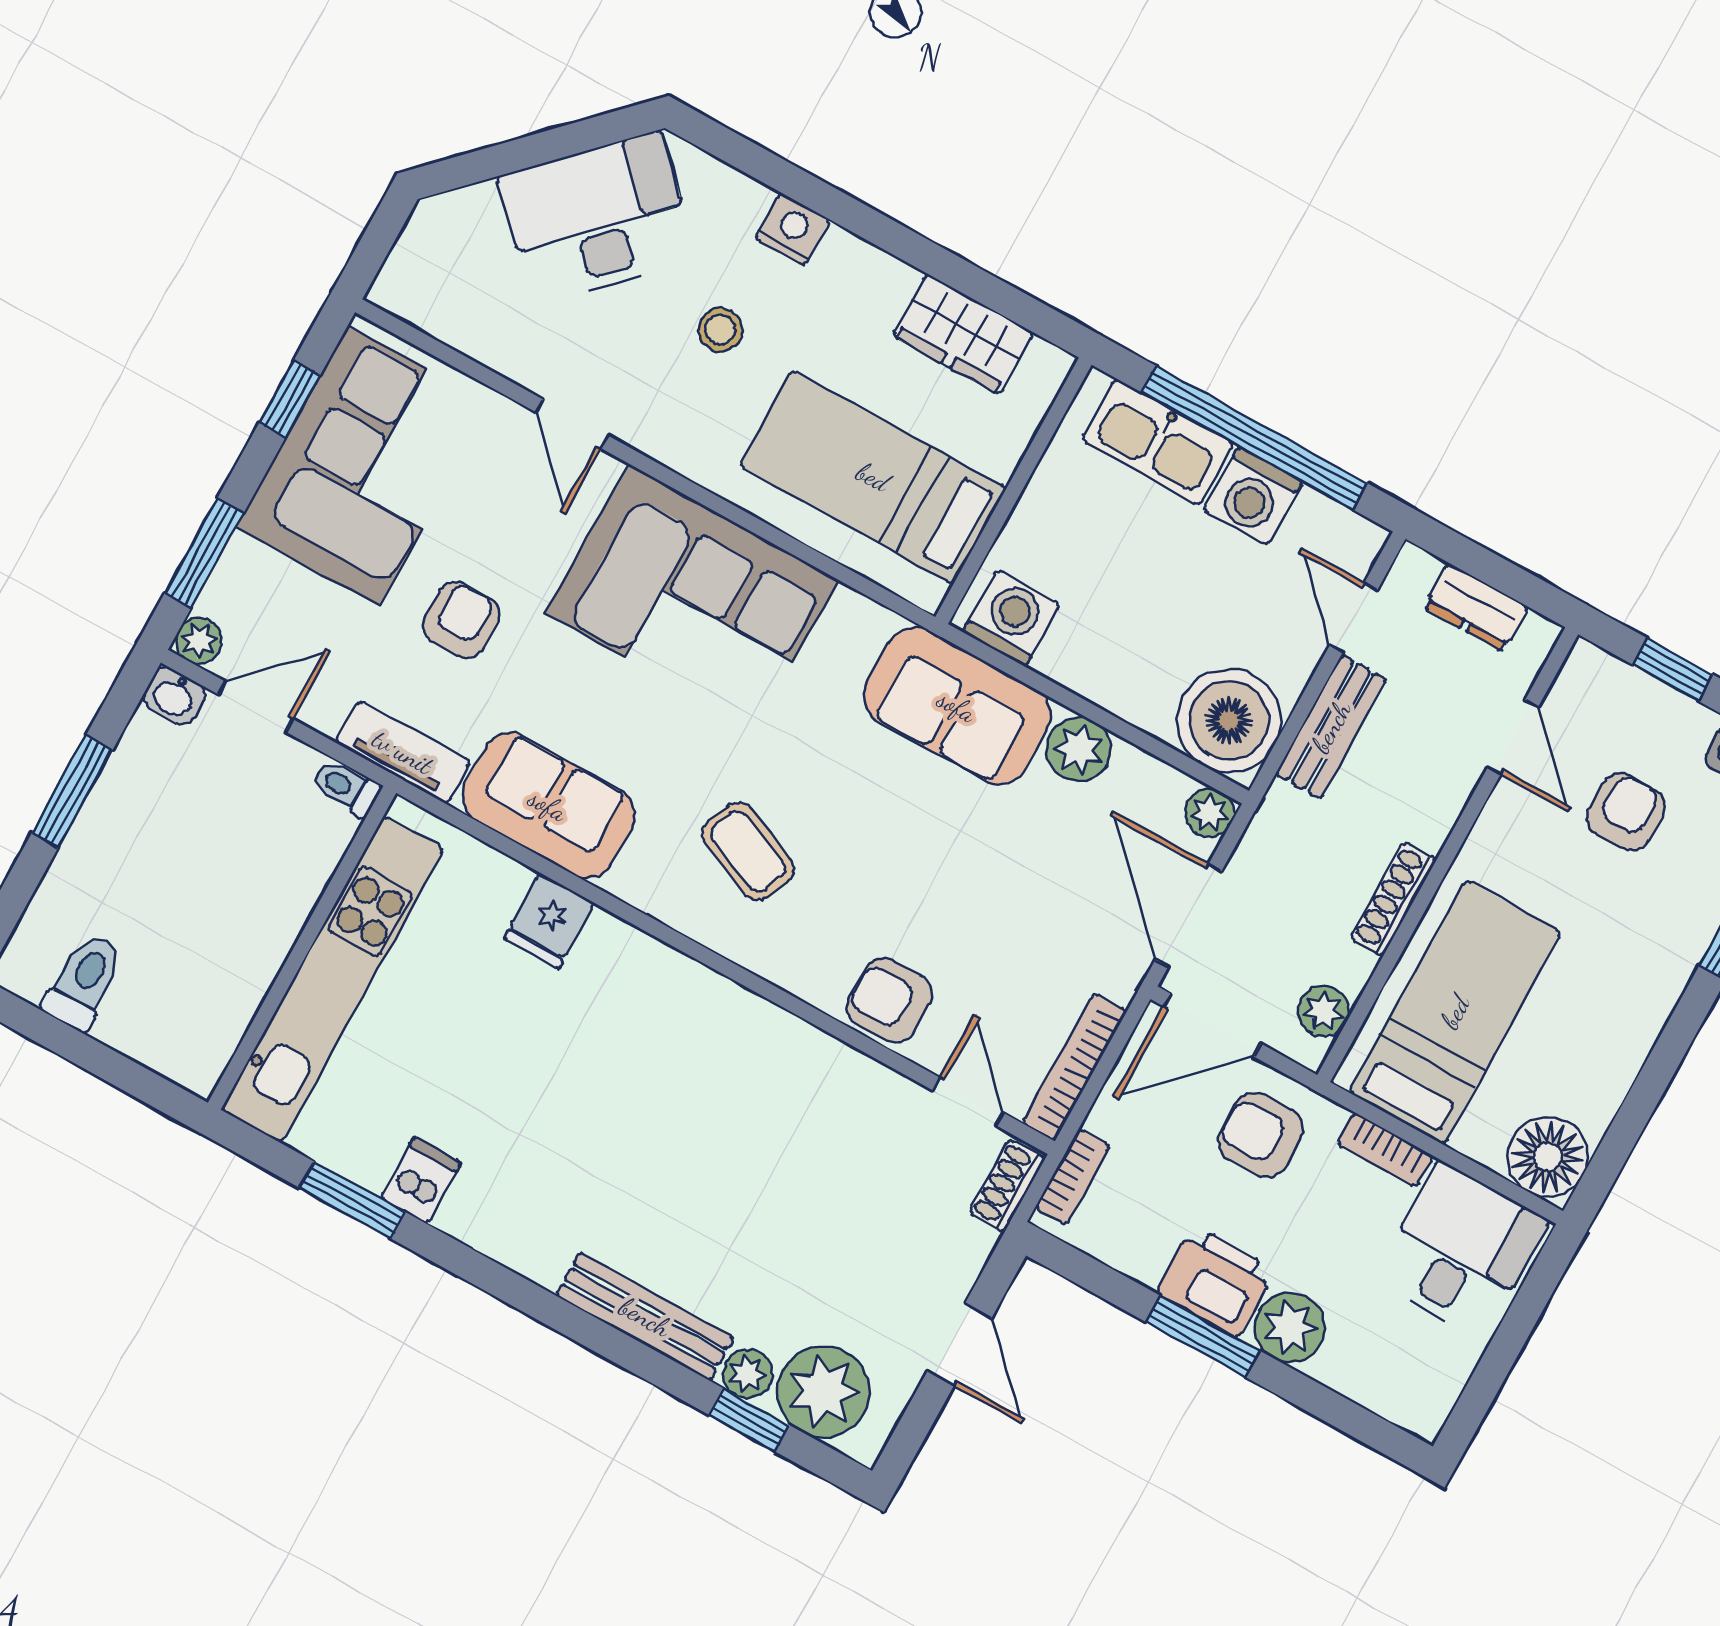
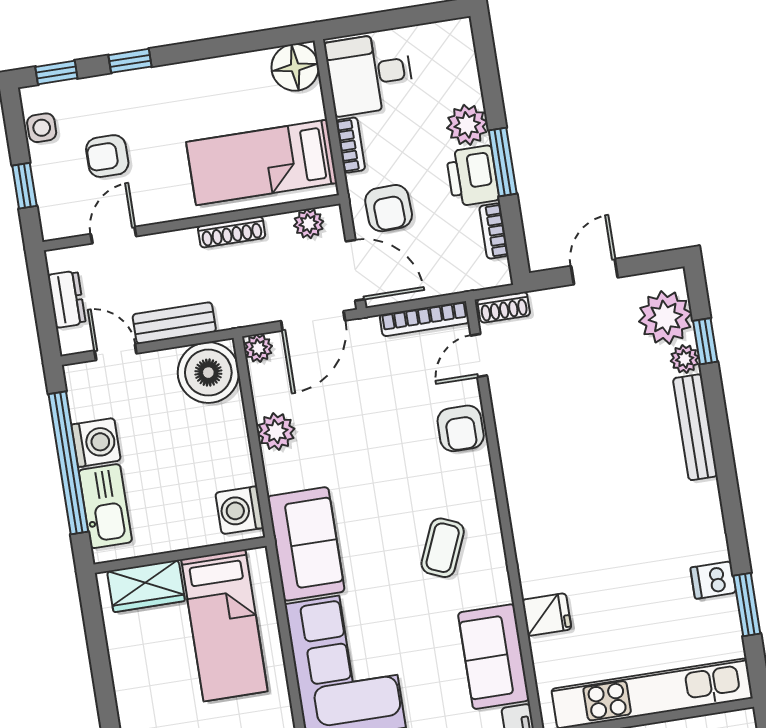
wardrobe: (963, 334) -> (146, 586), moved, turned 90
door: (1354, 617) -> (116, 352), swing flipped
sofa: (957, 706) -> (306, 544), moved
bookcase: (1073, 1177) -> (494, 231), moved, turned -90

